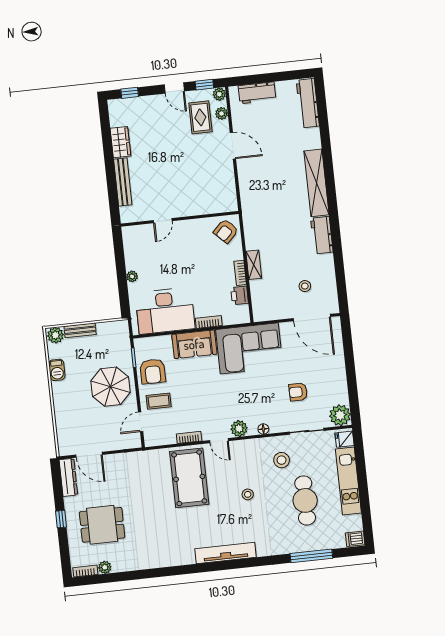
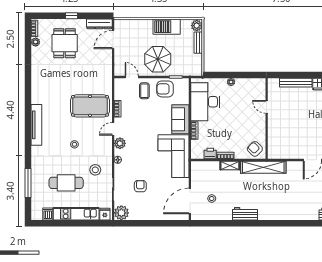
shelving: (316, 183) -> (263, 167), moved
barbecue: (57, 370) -> (167, 27), width x1.88, depth x1.53
dishwasher: (355, 539) -> (48, 214), moved

